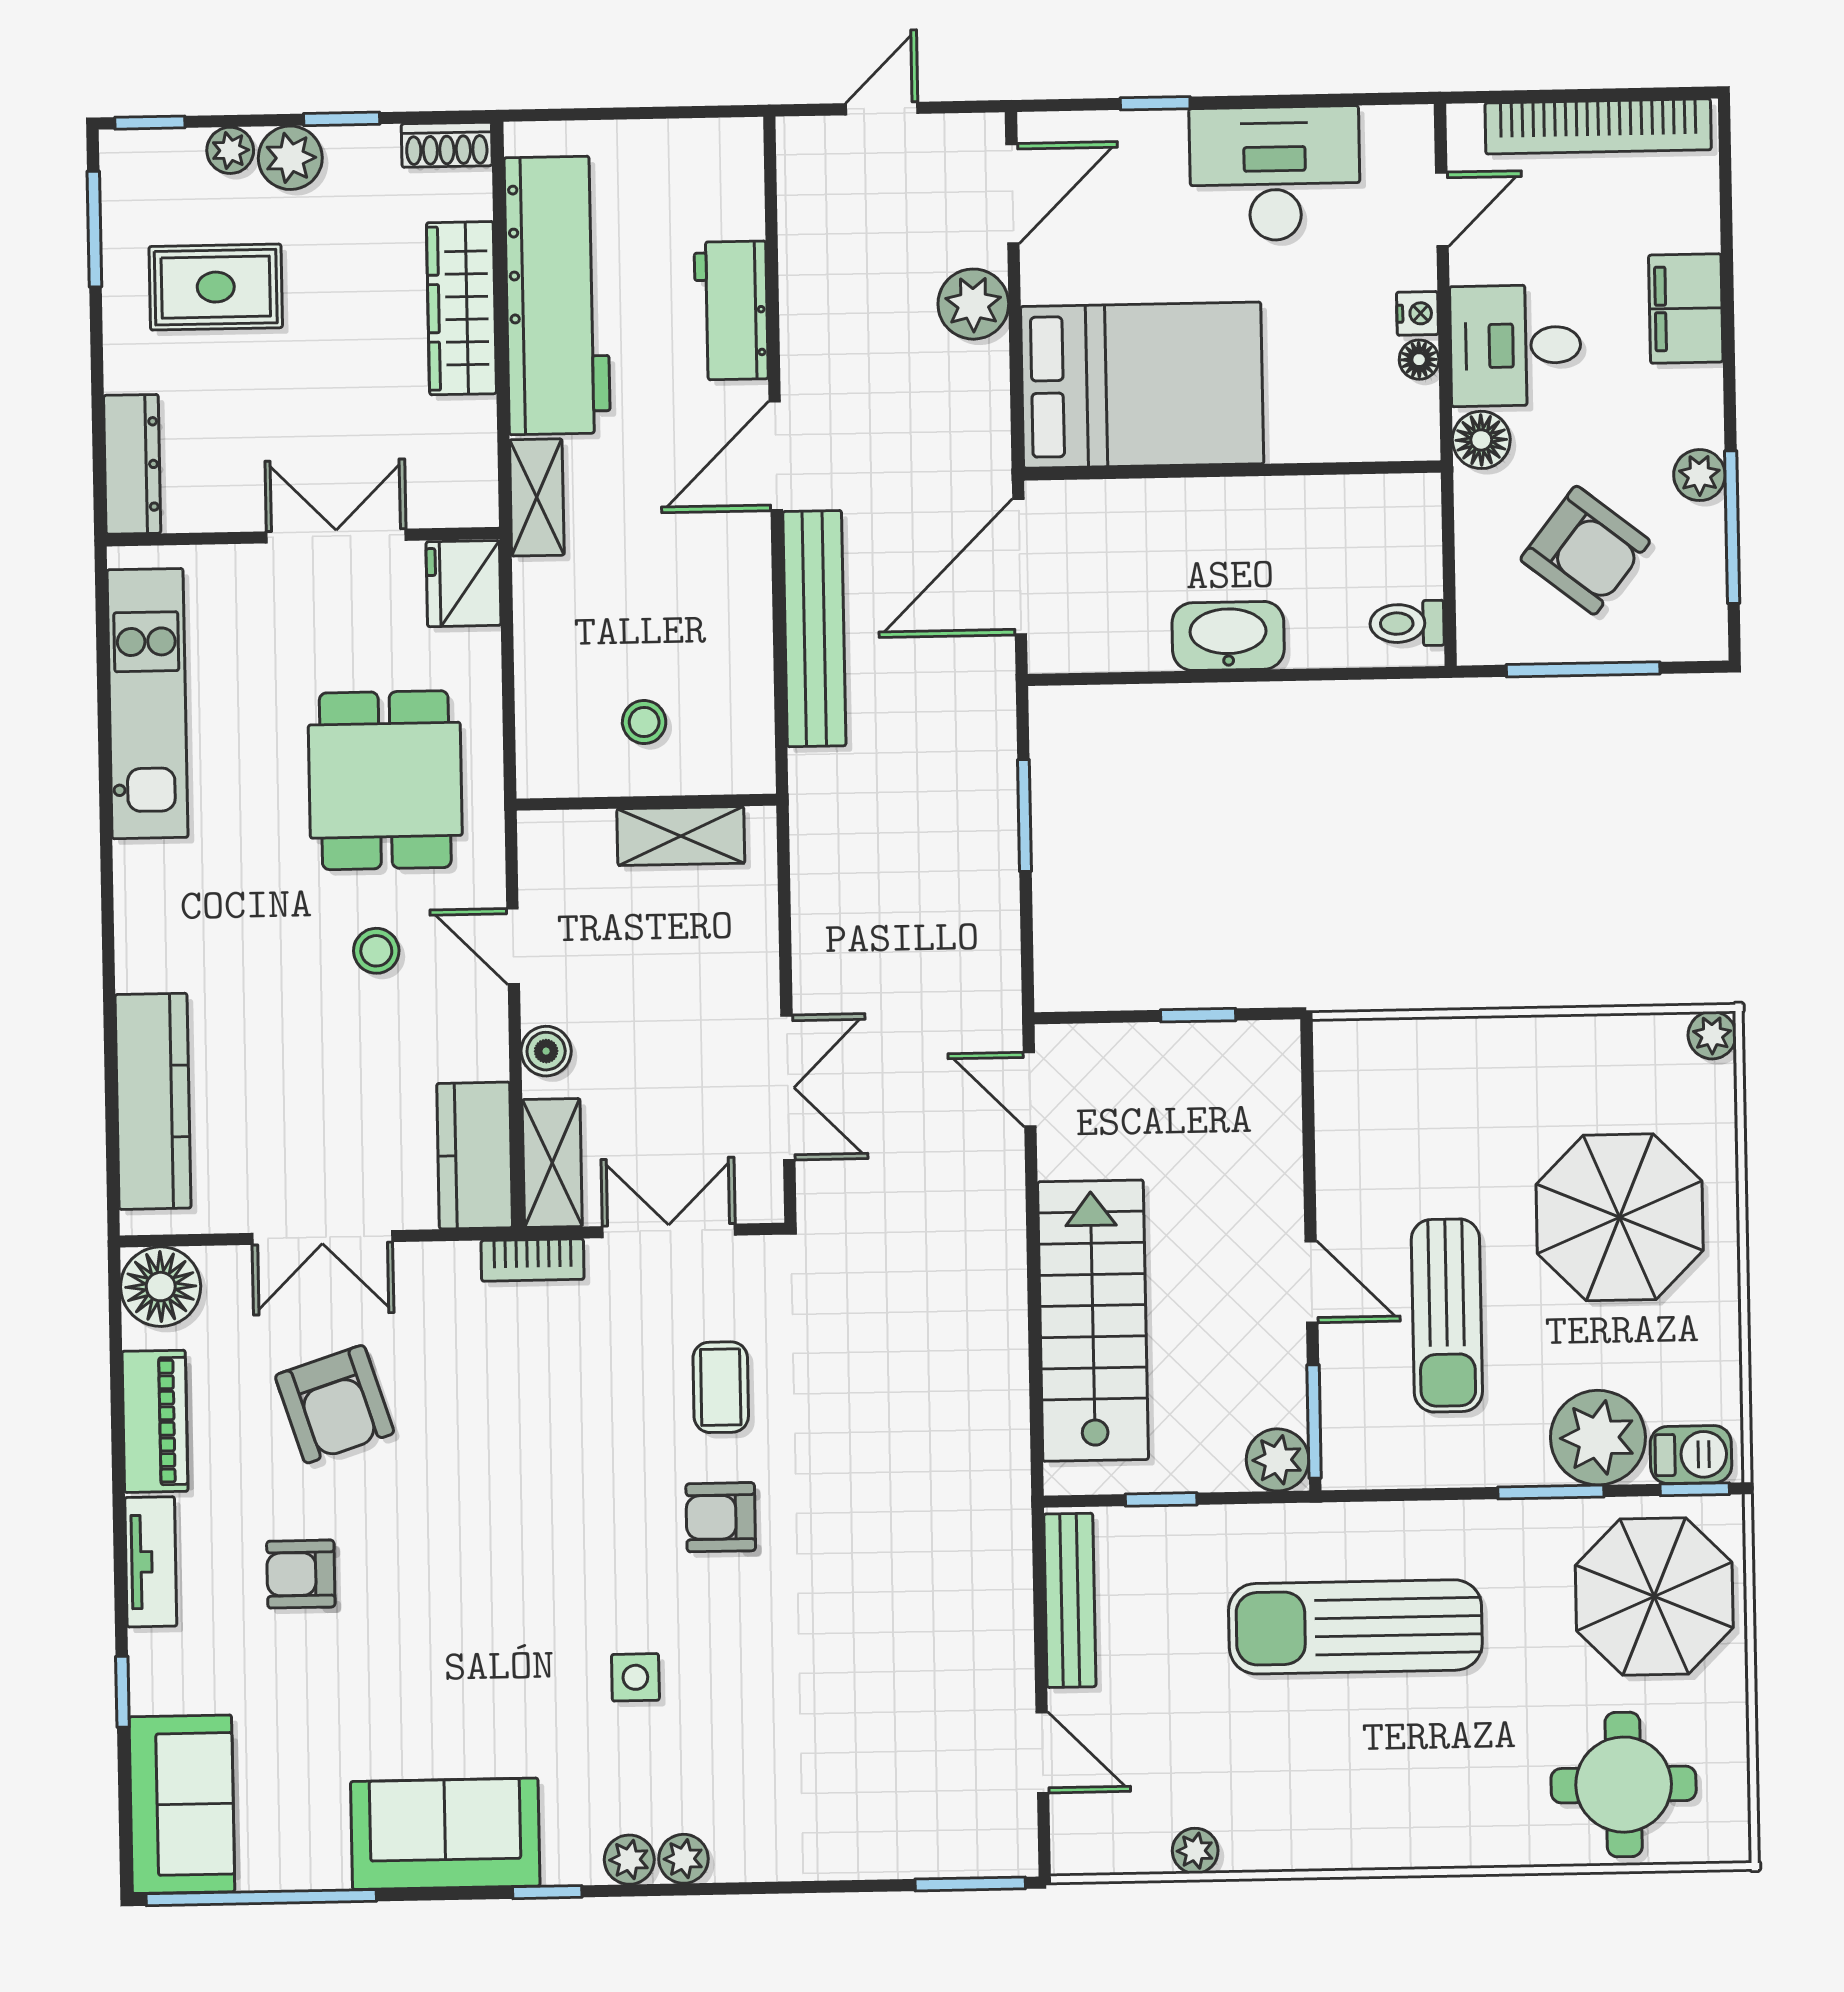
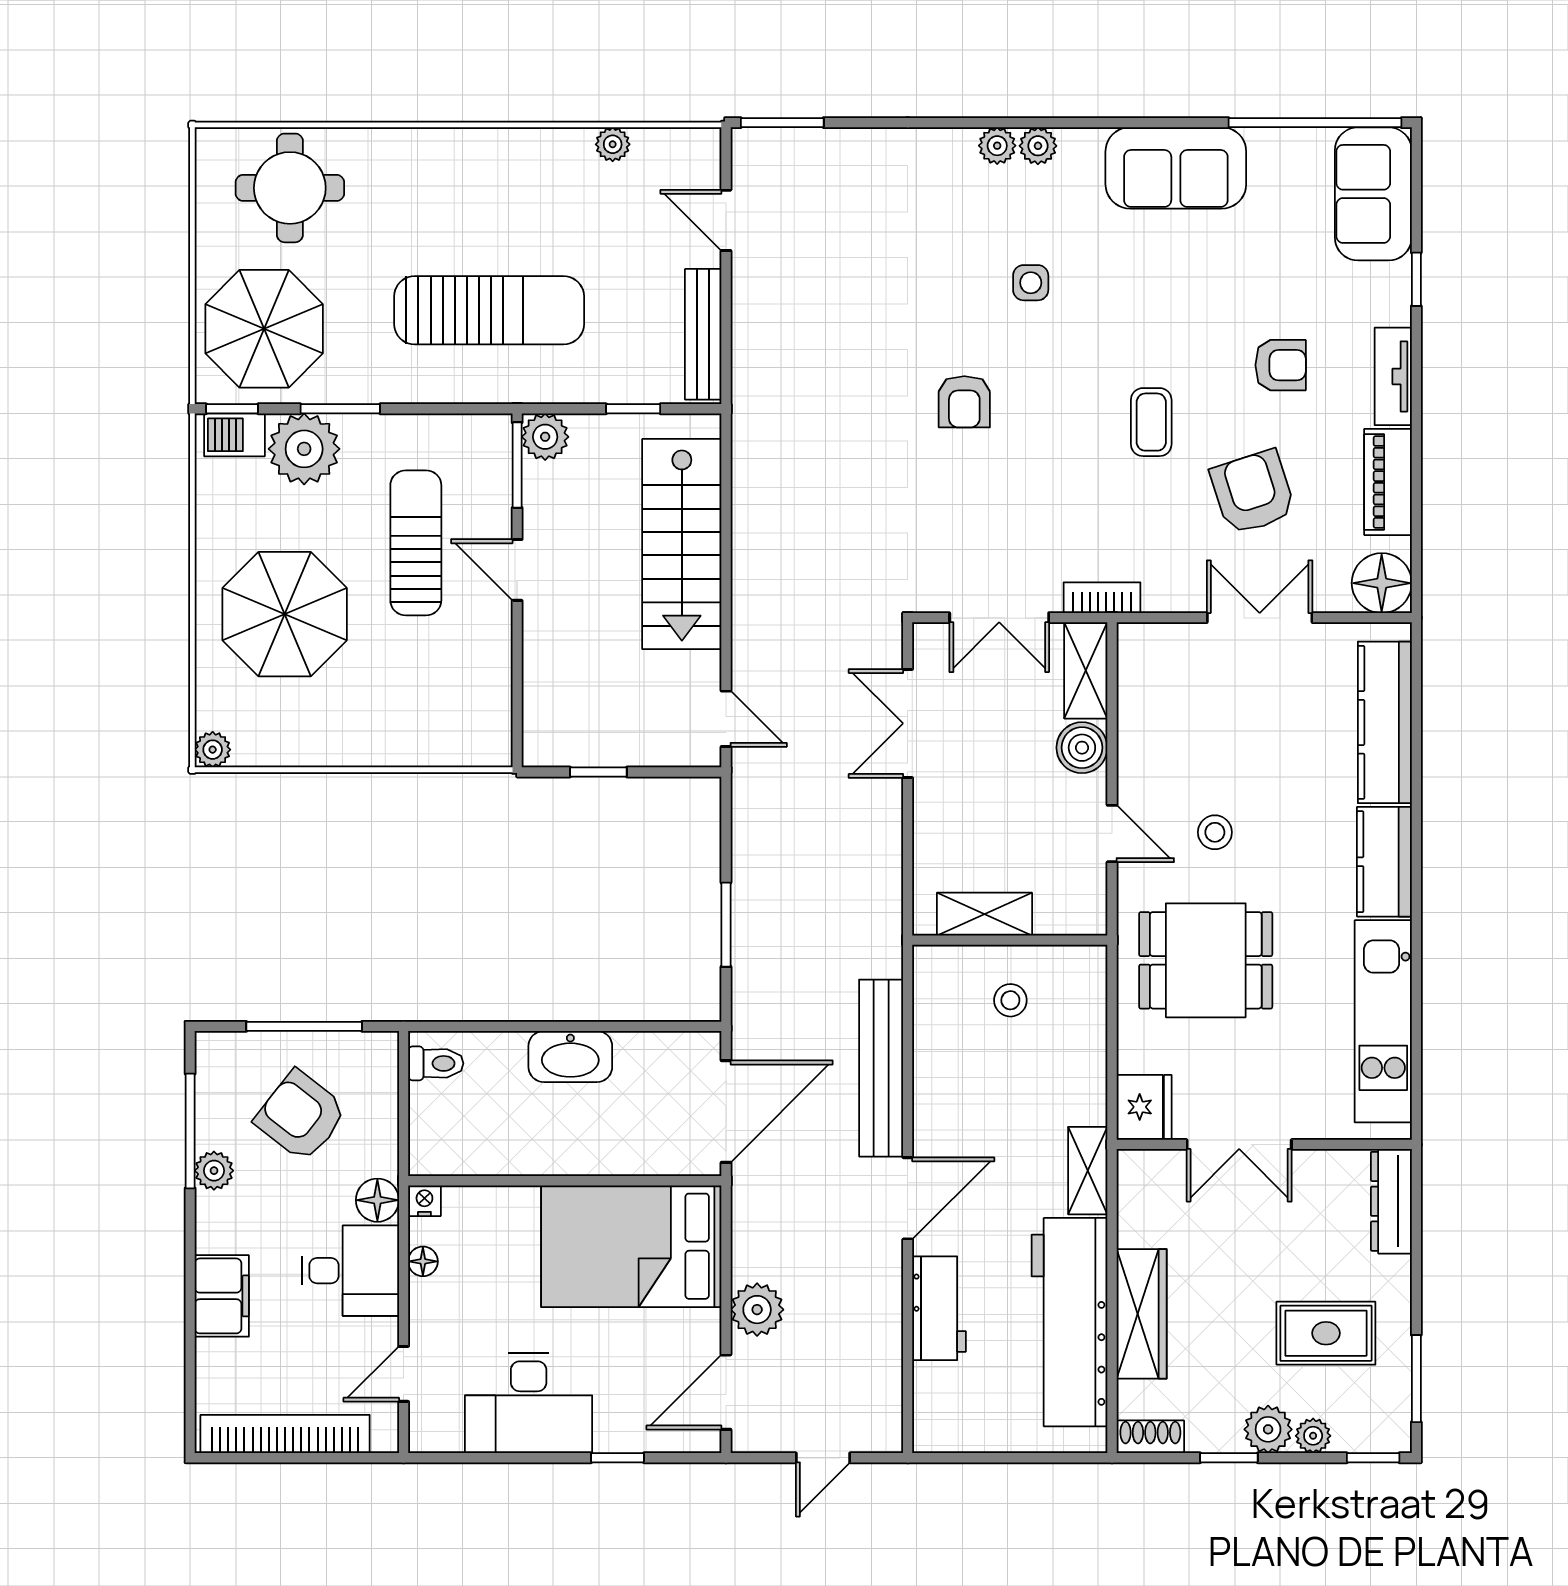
nightstand: (1417, 313) -> (424, 1201), moved, turned 90
dining table: (385, 780) -> (1206, 960), turned 90
boiler: (546, 1051) -> (1082, 748), width x1.36, depth x1.36
kitchen counter: (475, 1156) -> (1384, 862), moved, turned 180
coffee table: (721, 1387) -> (1151, 422), moved
armchair: (721, 1517) -> (964, 402), turned 90
window: (547, 1892) -> (1100, 123), removed

